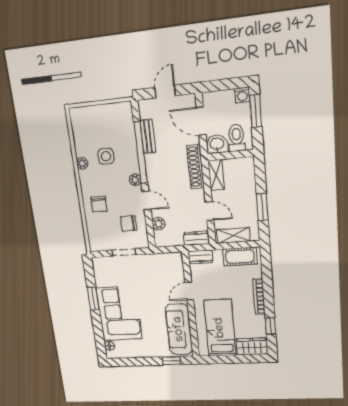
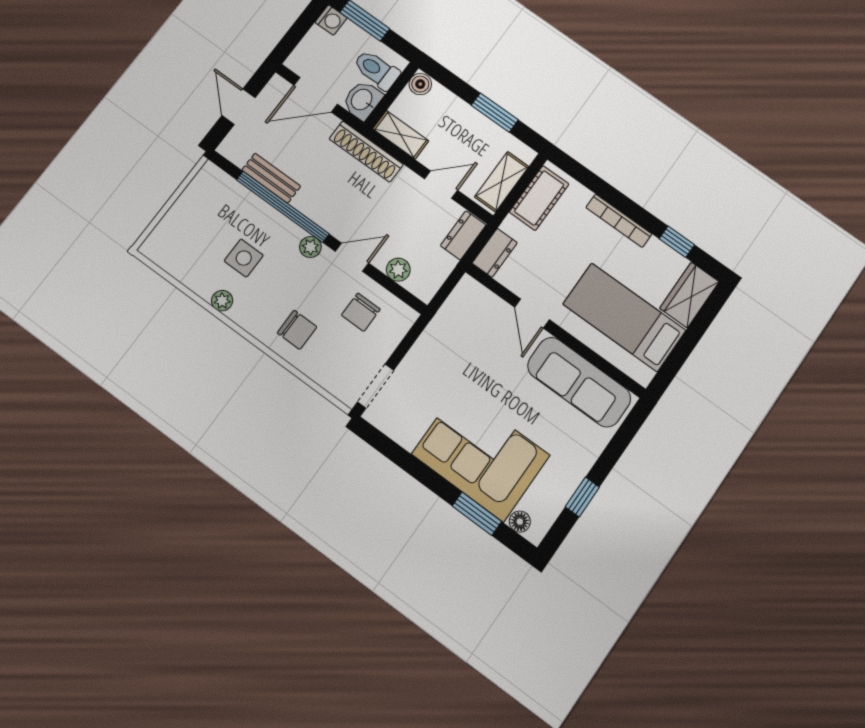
boiler: (247, 163) -> (420, 84), added
doorway: (124, 253) -> (376, 386), moved
window: (93, 299) -> (477, 514), moved
window: (171, 361) -> (582, 497), moved

